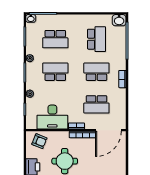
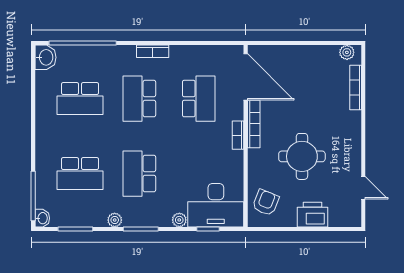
school desk: (55, 39) -> (80, 174), turned 90
school desk: (96, 39) -> (80, 99), turned 180
desk: (52, 117) -> (216, 205), moved, turned 90

